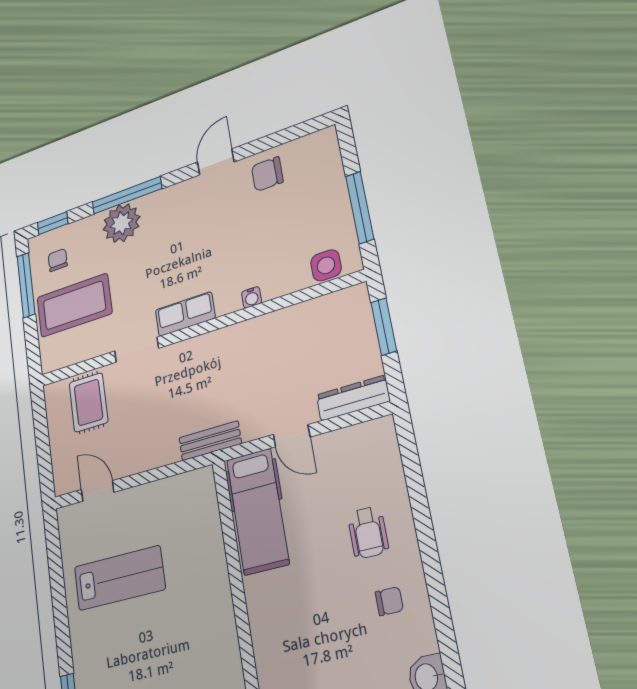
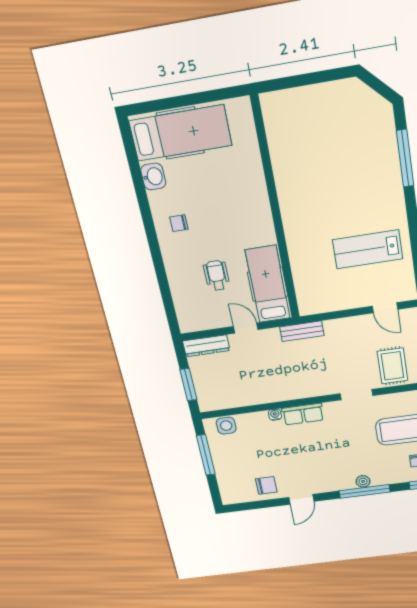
plant: (121, 223) -> (363, 481), width x0.53, depth x0.53
row of seats: (185, 314) -> (303, 414), moved
wheelchair: (368, 533) -> (217, 275), moved

